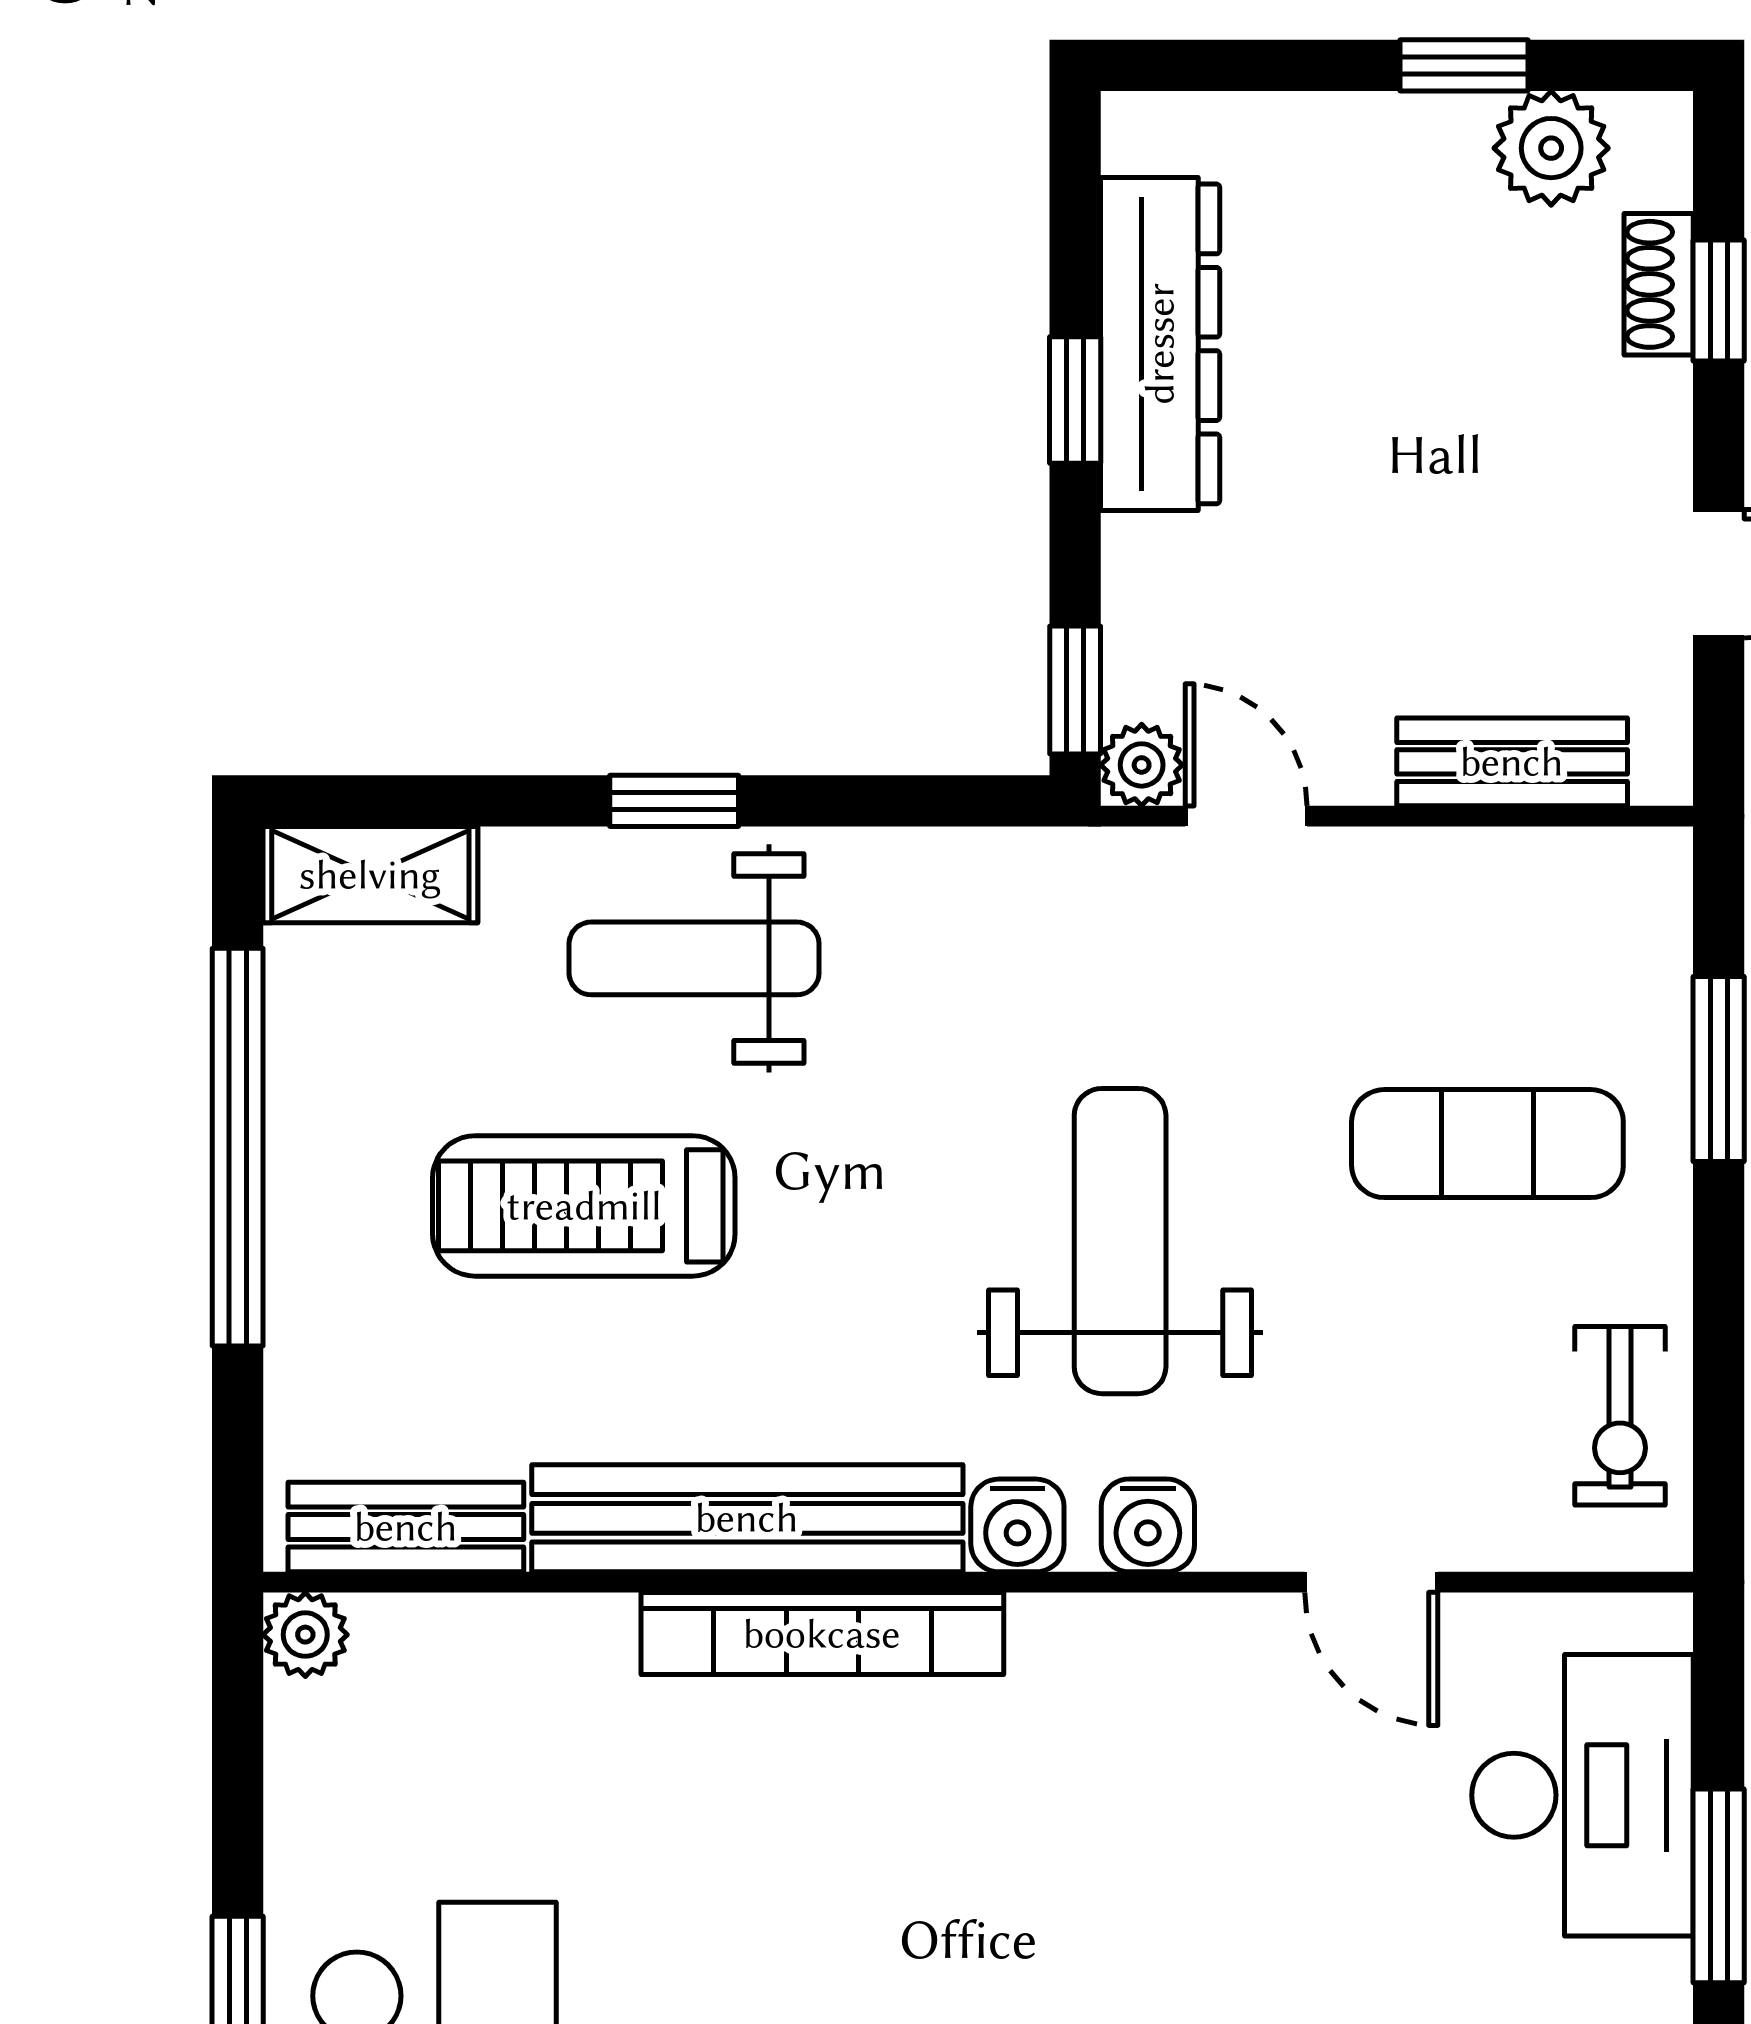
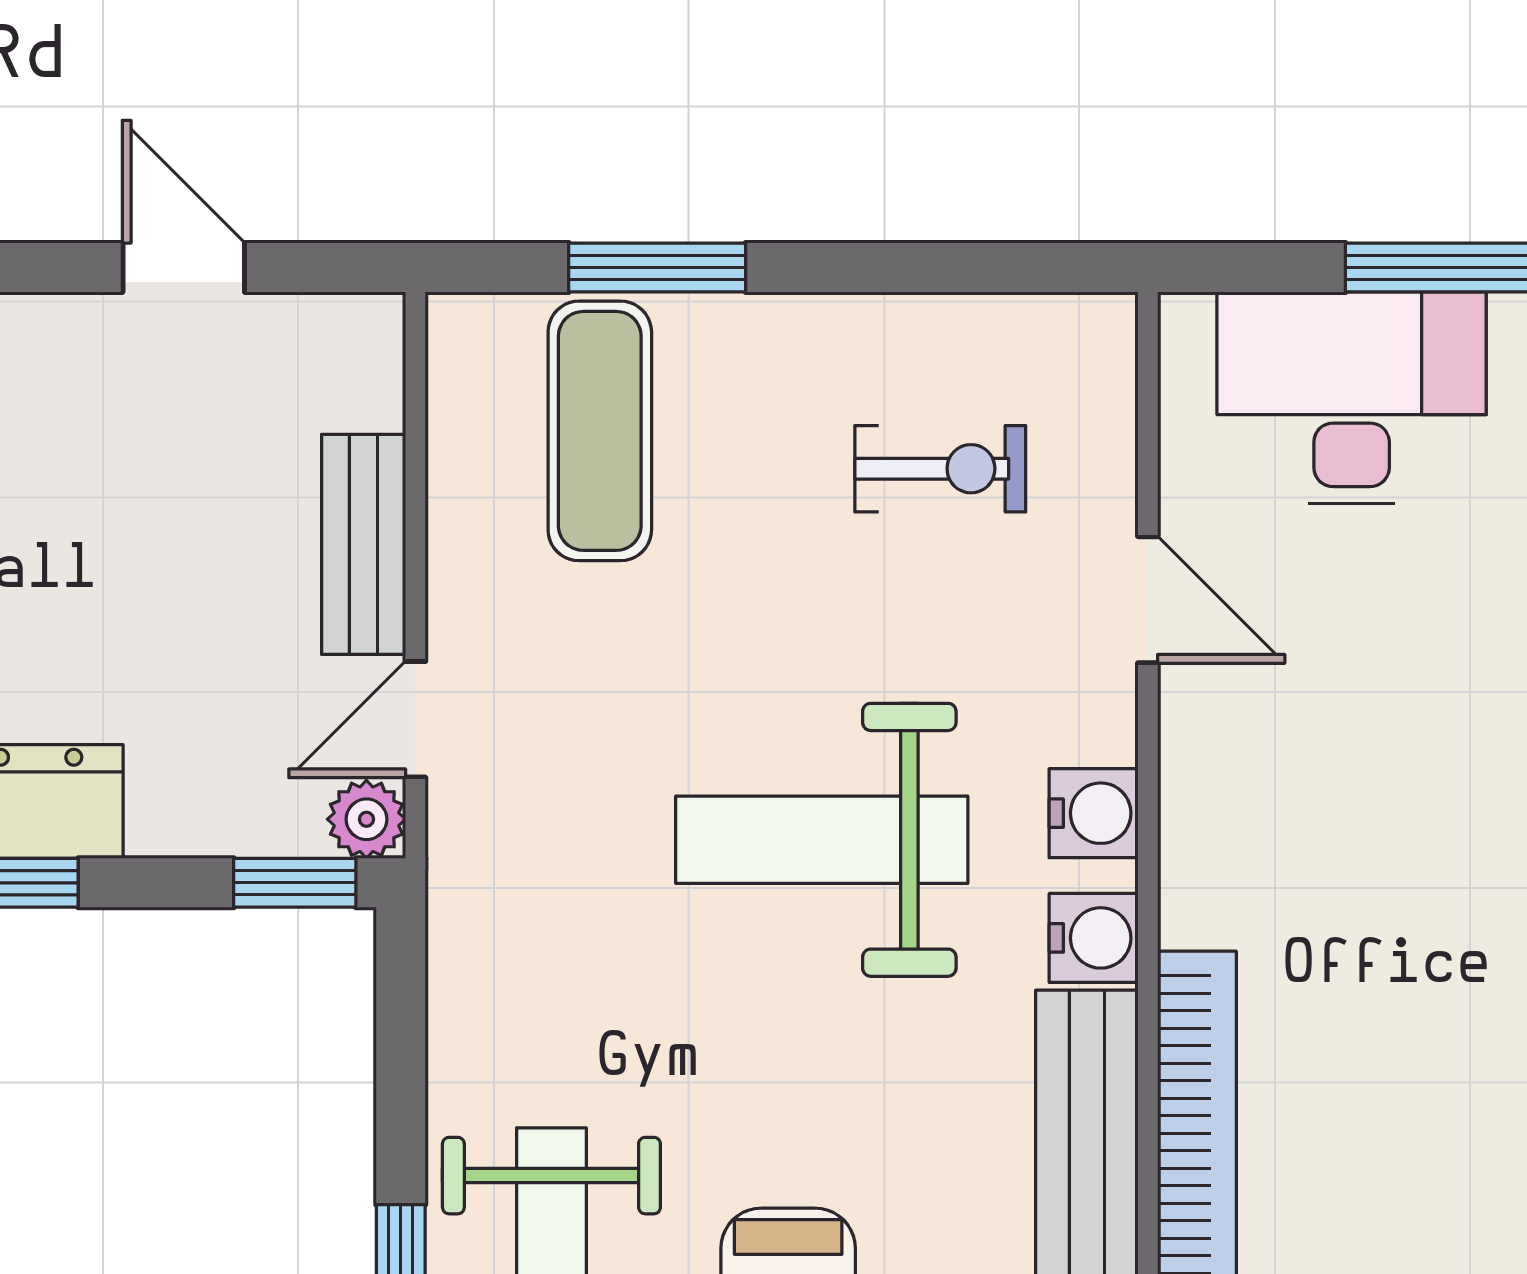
bench: (1512, 762) -> (364, 544), moved
exercise mat: (1487, 1144) -> (600, 431), moved
exercise bike: (1620, 1416) -> (940, 469), moved
door: (1371, 1582) -> (1148, 600), hinge flipped

